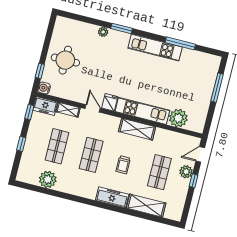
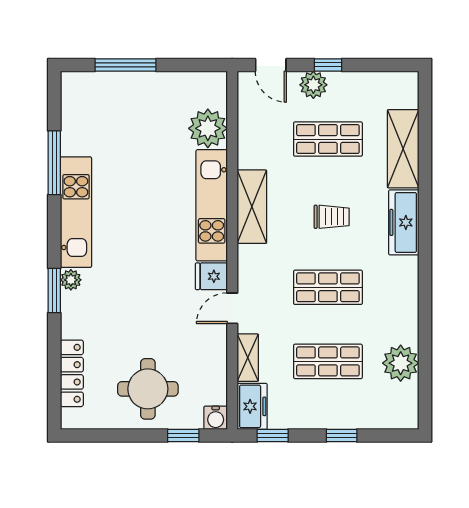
locker: (81, 27) -> (72, 373), added
plant: (103, 32) -> (71, 280), moved

